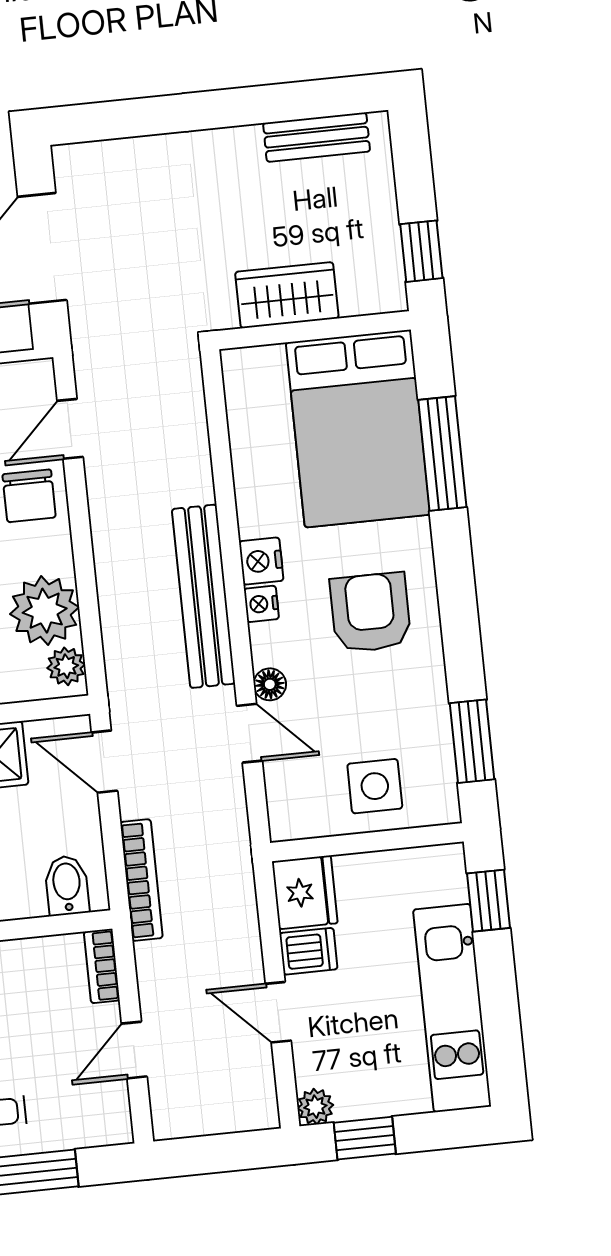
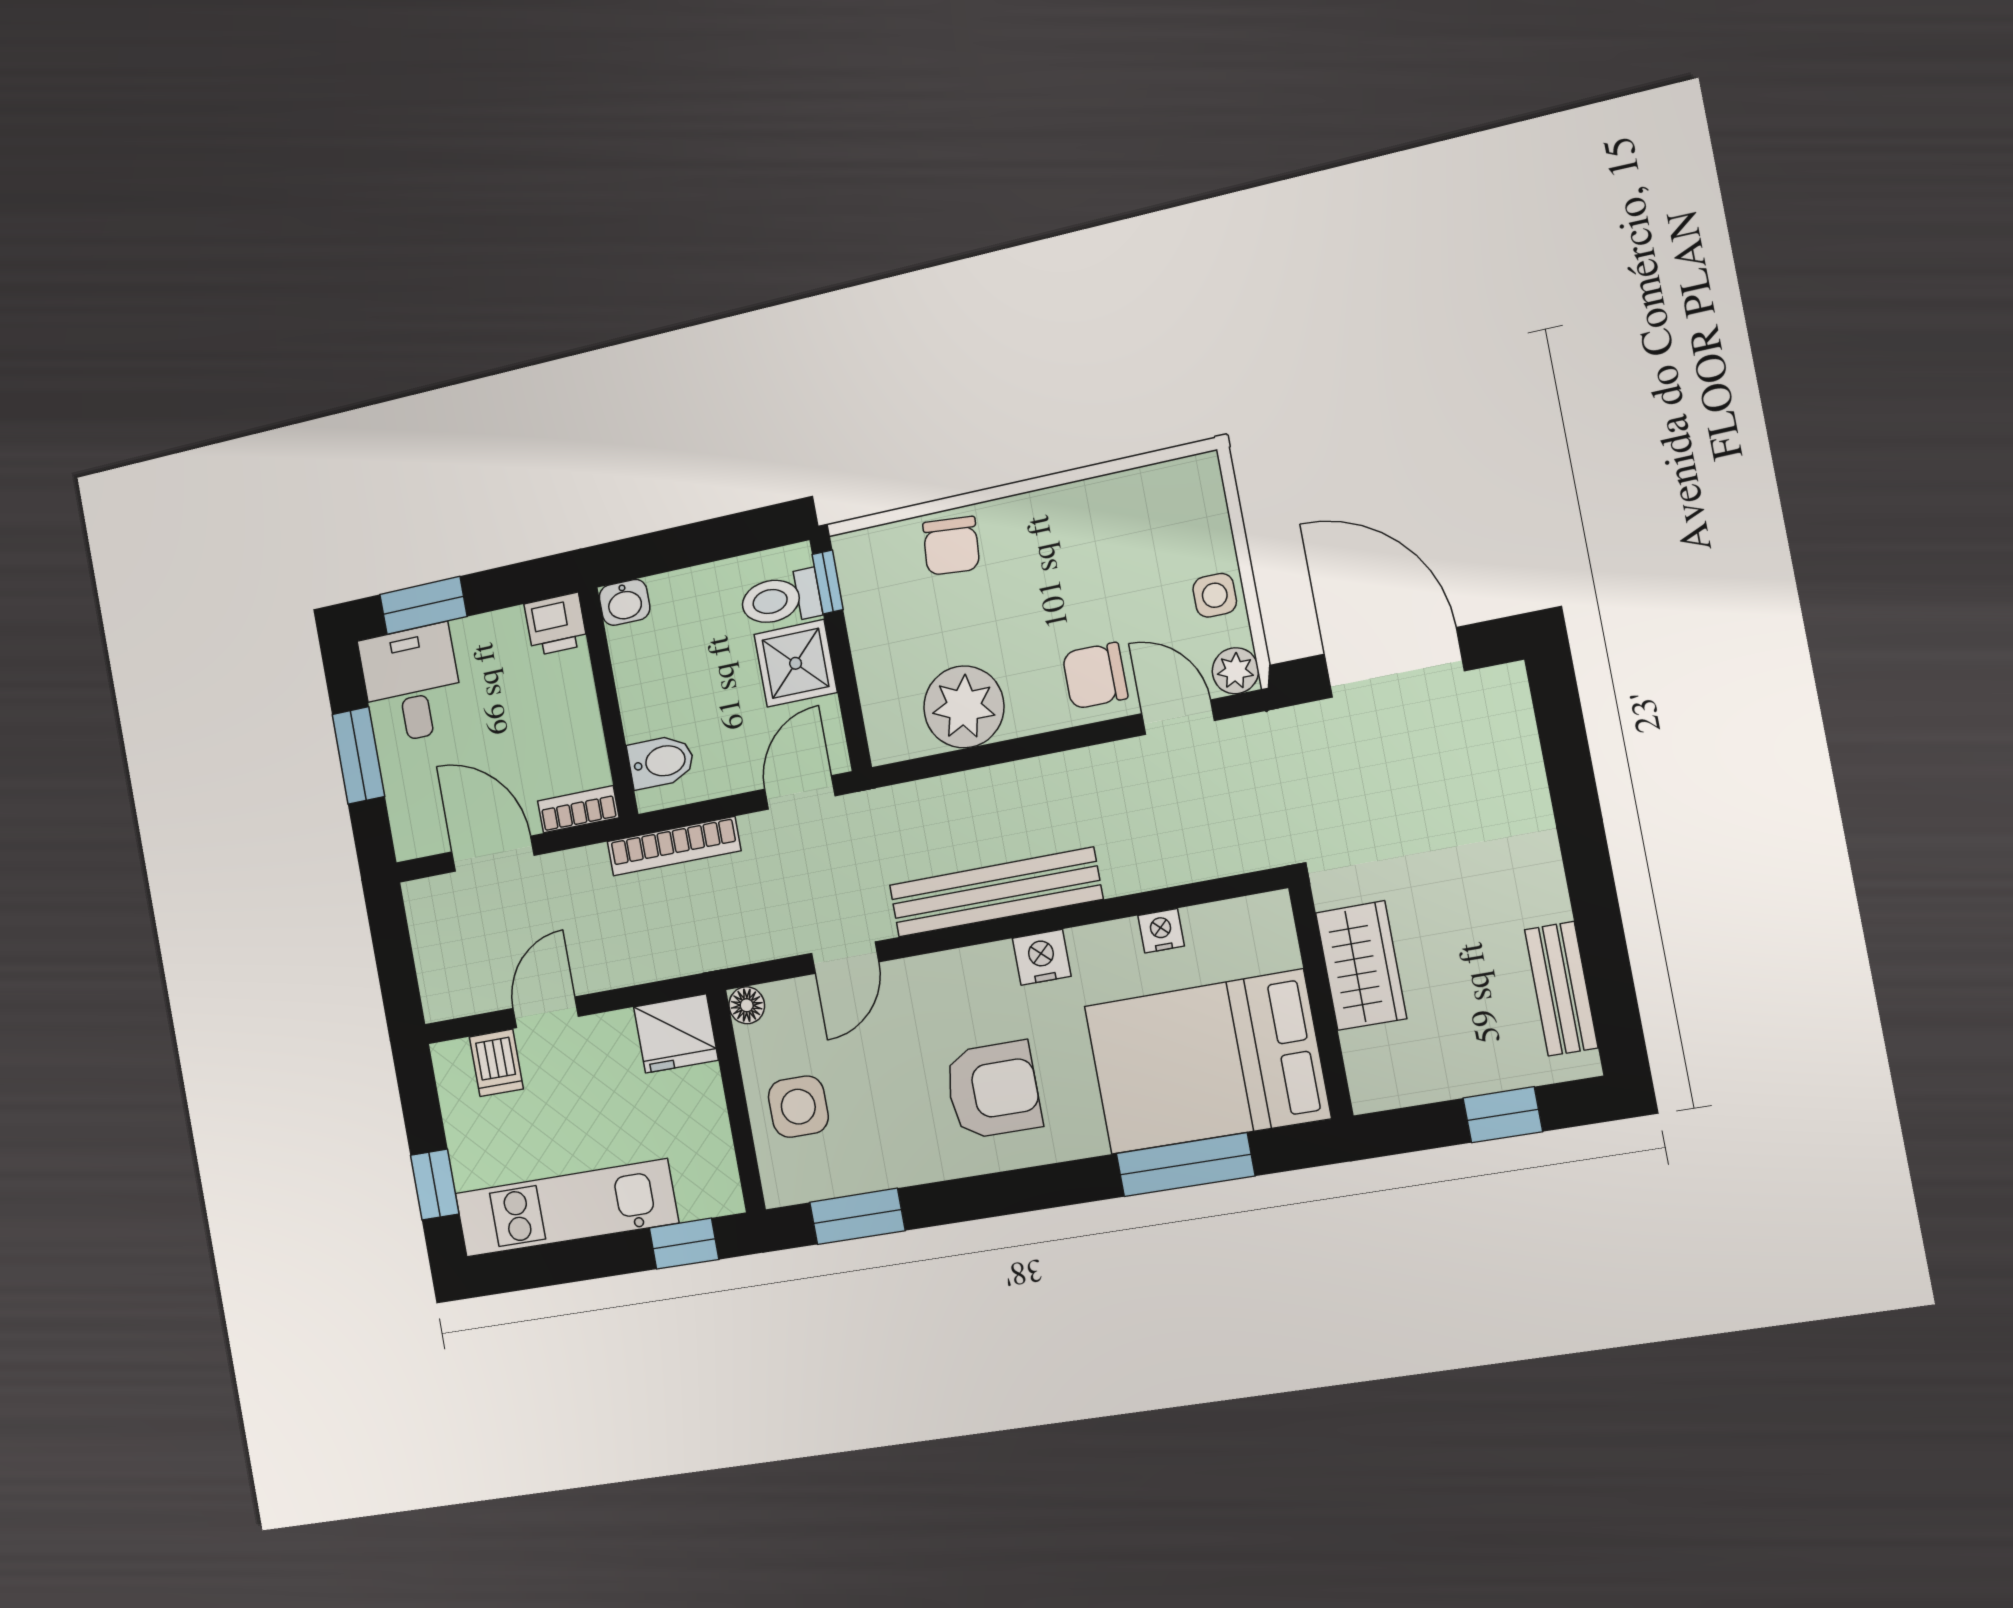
window: (421, 251) -> (1503, 1115), moved
nightstand: (261, 604) -> (1161, 931), moved
plant: (66, 666) -> (1235, 671), moved
floor lamp: (270, 684) -> (747, 1005), moved
dishwasher: (308, 951) -> (496, 1063), moved
door: (134, 1050) -> (493, 854), width x1.38
plant: (315, 1107) -> (451, 1061), removed
window: (365, 1138) -> (435, 1185), moved

